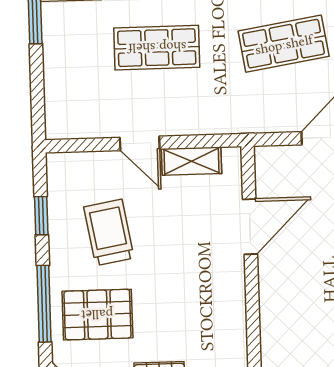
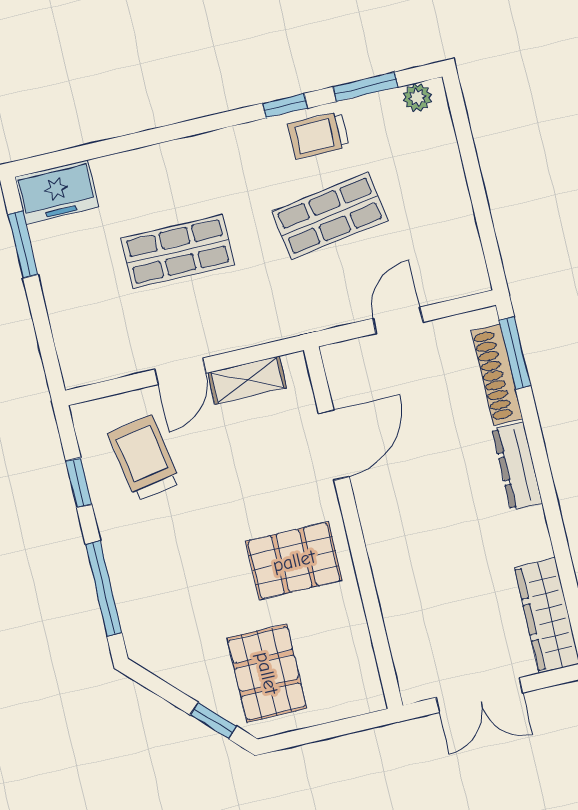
door: (140, 143) -> (180, 371), hinge flipped
trolley: (109, 232) -> (144, 458), moved
pallet: (97, 315) -> (294, 561), moved

